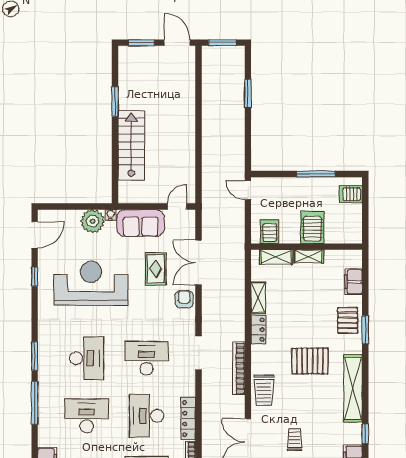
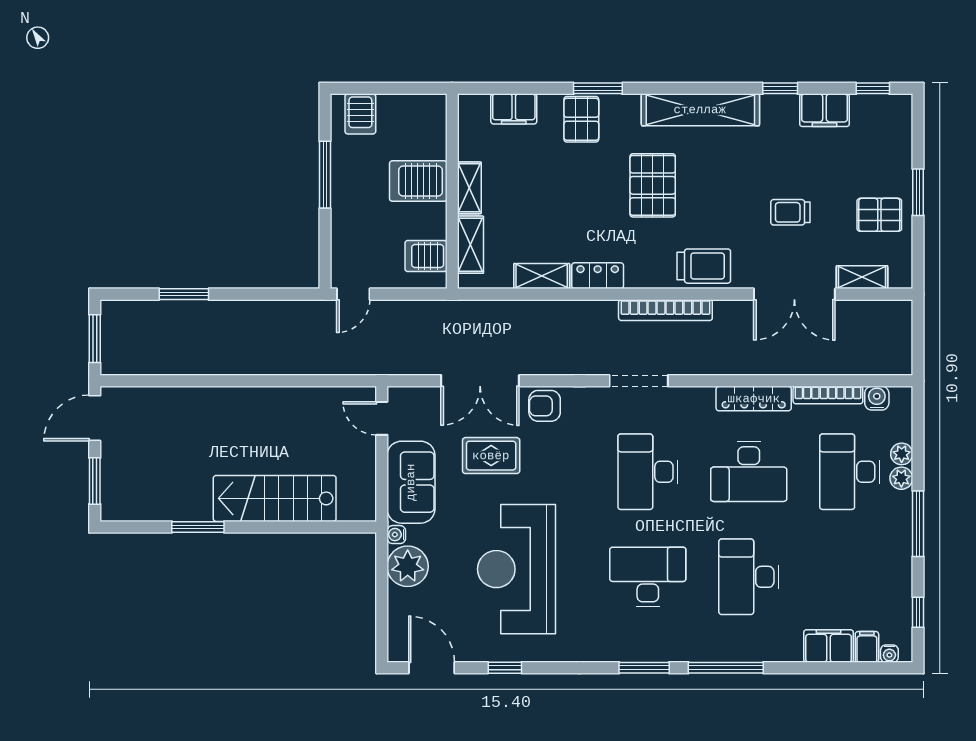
pallet: (348, 320) -> (581, 119), turned 90

